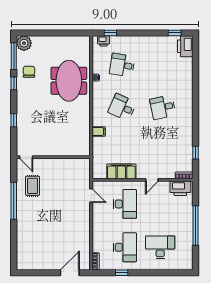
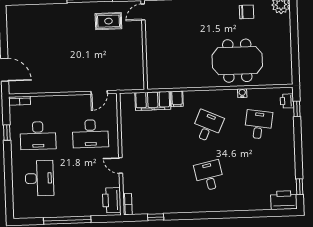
filing cabinet: (121, 171) -> (153, 101), moved, turned 90

